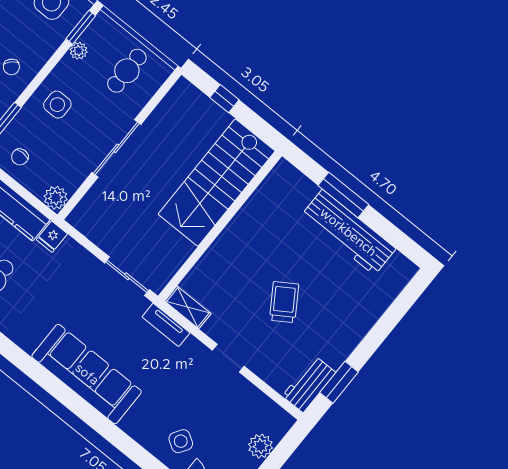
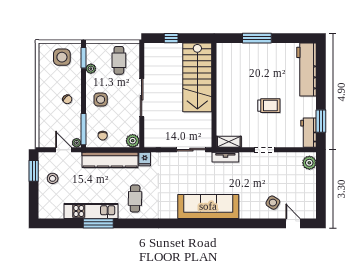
workbench: (348, 232) -> (307, 69), moved, turned 90
trolley: (284, 302) -> (269, 106), turned 123
plant: (261, 446) -> (309, 163), moved

